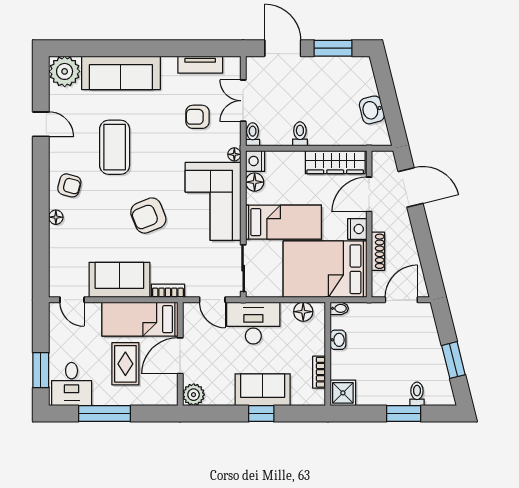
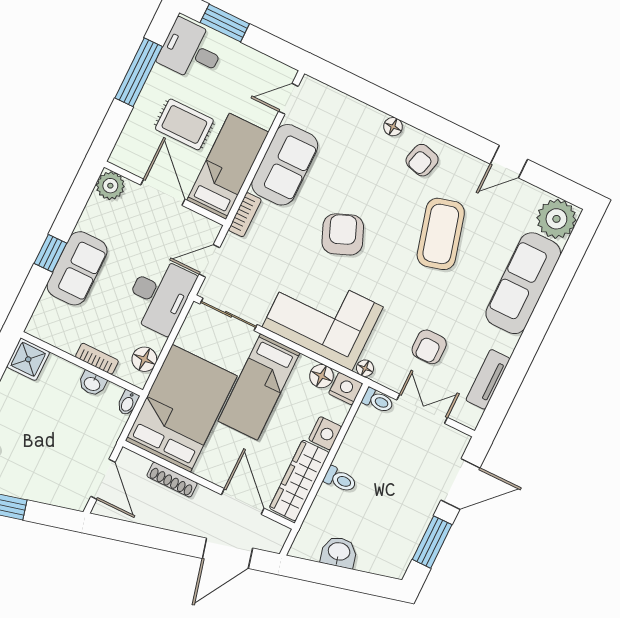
armchair: (197, 117) -> (429, 347), turned 180
toilet: (300, 134) -> (340, 480), moved
coffee table: (115, 147) -> (441, 234), turned 75
nightstand: (357, 229) -> (325, 433), moved, turned -90
bookcase: (319, 372) -> (97, 359), moved

